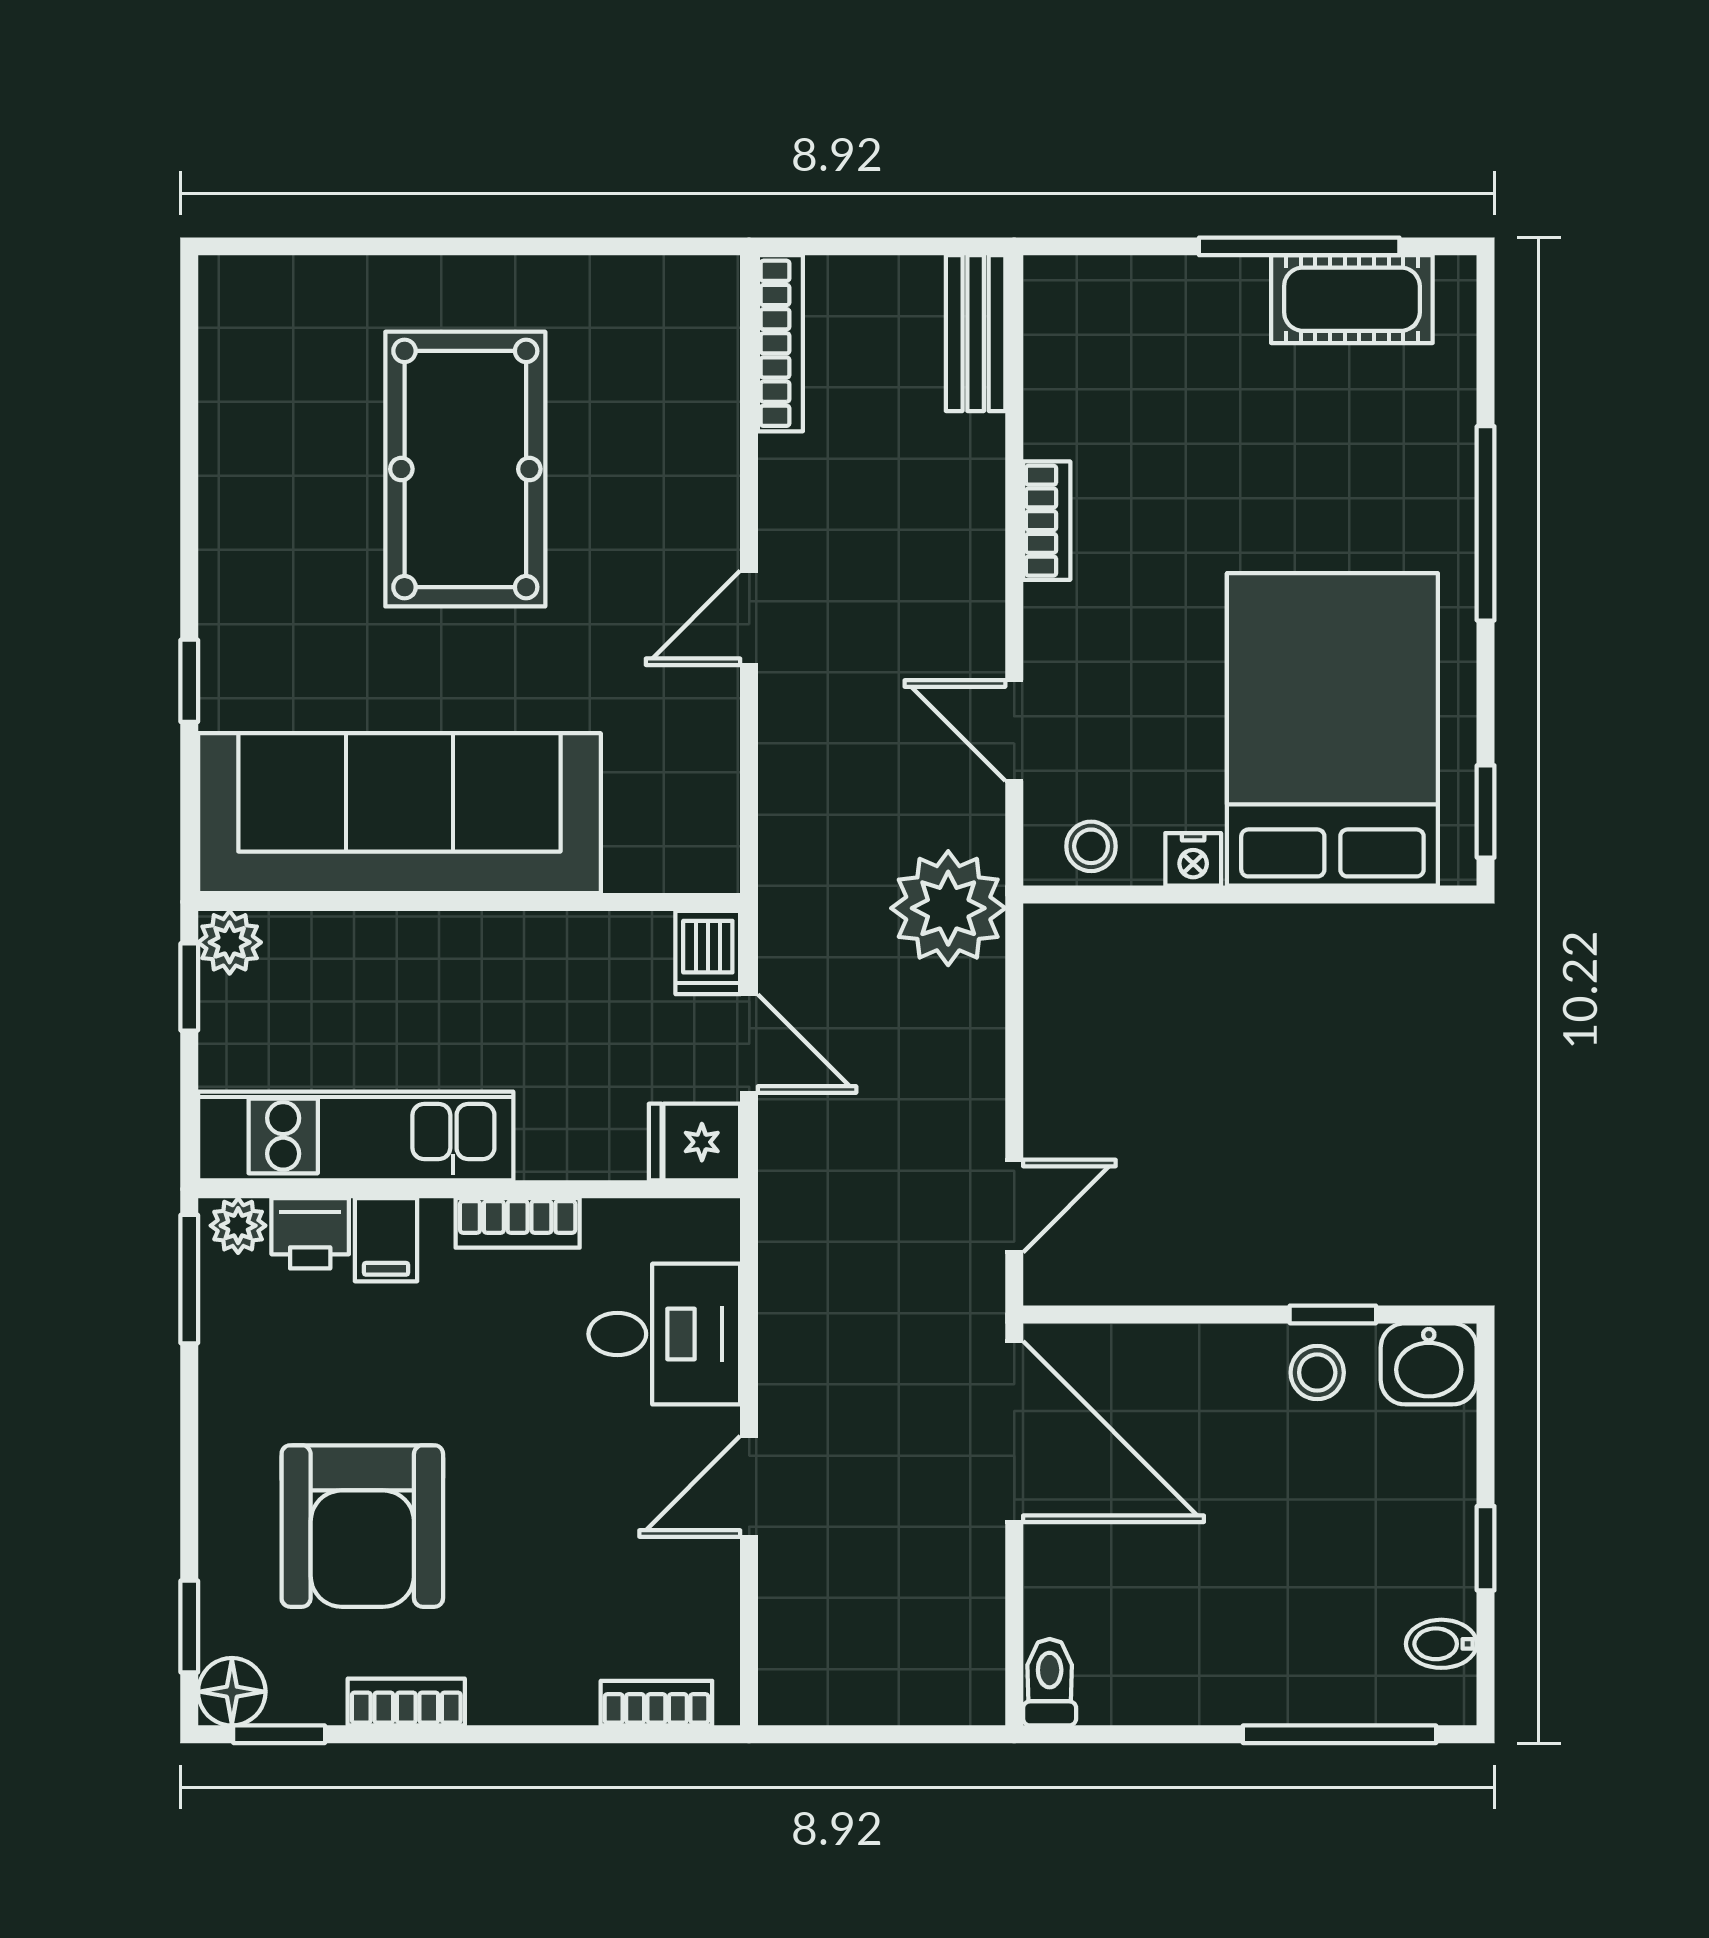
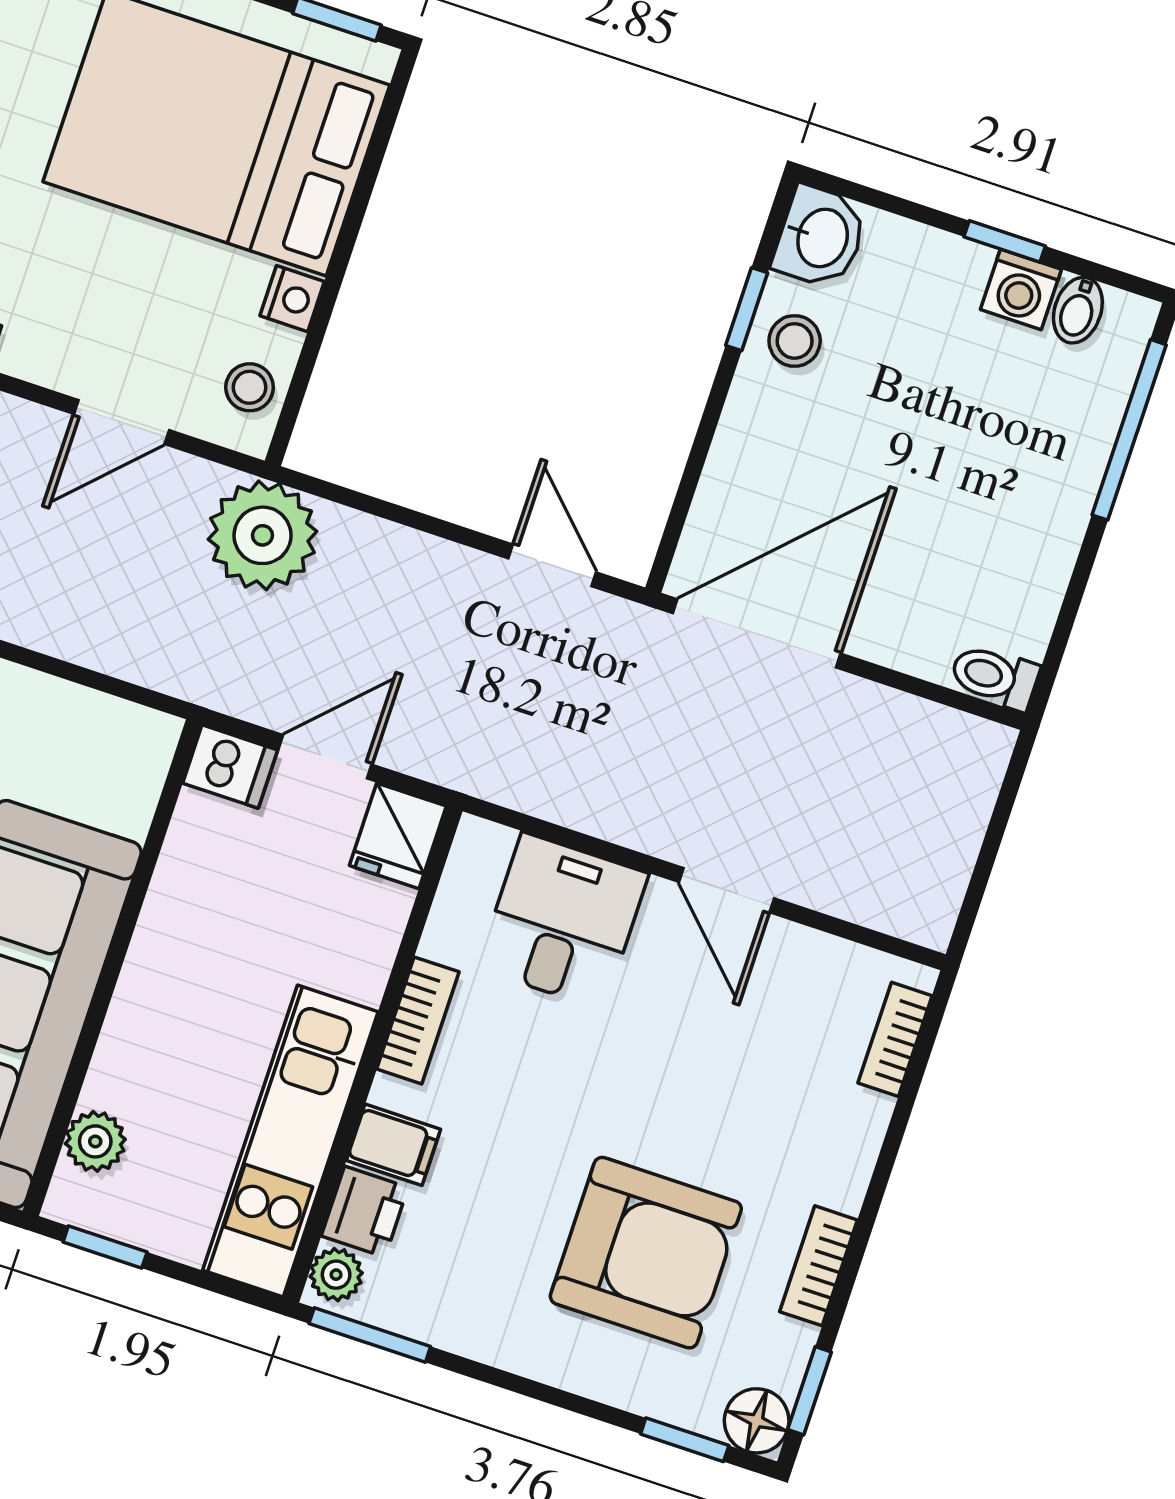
plant: (230, 942) -> (95, 1141), moved
washing machine: (1443, 1580) -> (1021, 289), added

